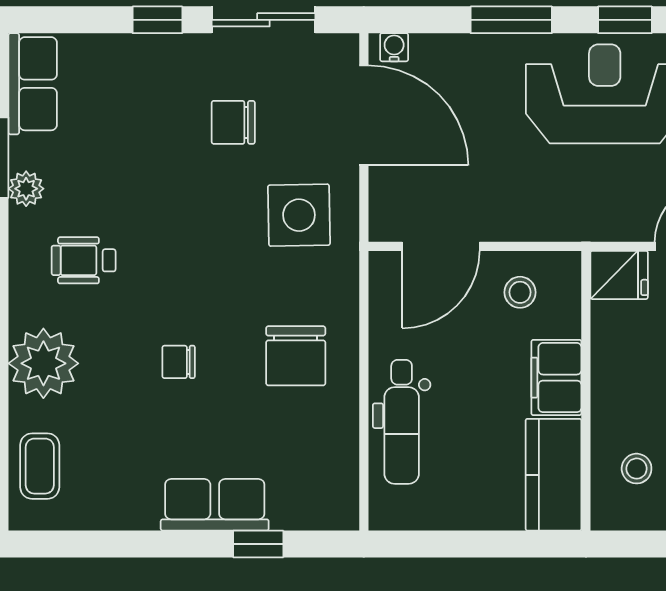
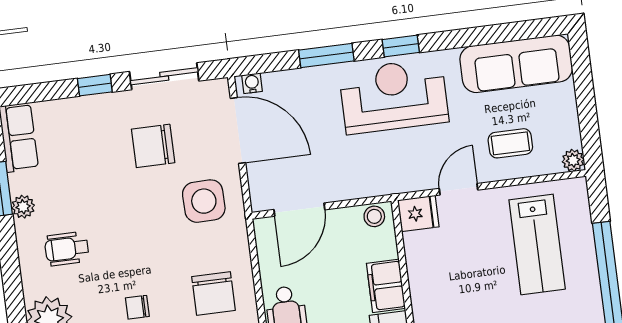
chair: (233, 122) -> (153, 146), width x1.37, depth x1.37
stool: (520, 292) -> (374, 216), moved

